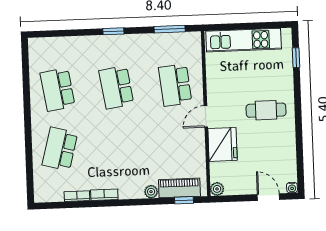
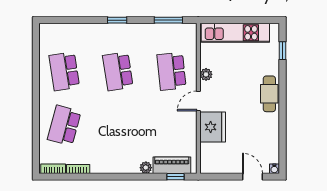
cafe table: (266, 110) -> (269, 94), moved, turned 90
plant: (217, 189) -> (206, 74), moved
bookcase: (104, 195) -> (53, 169), moved

